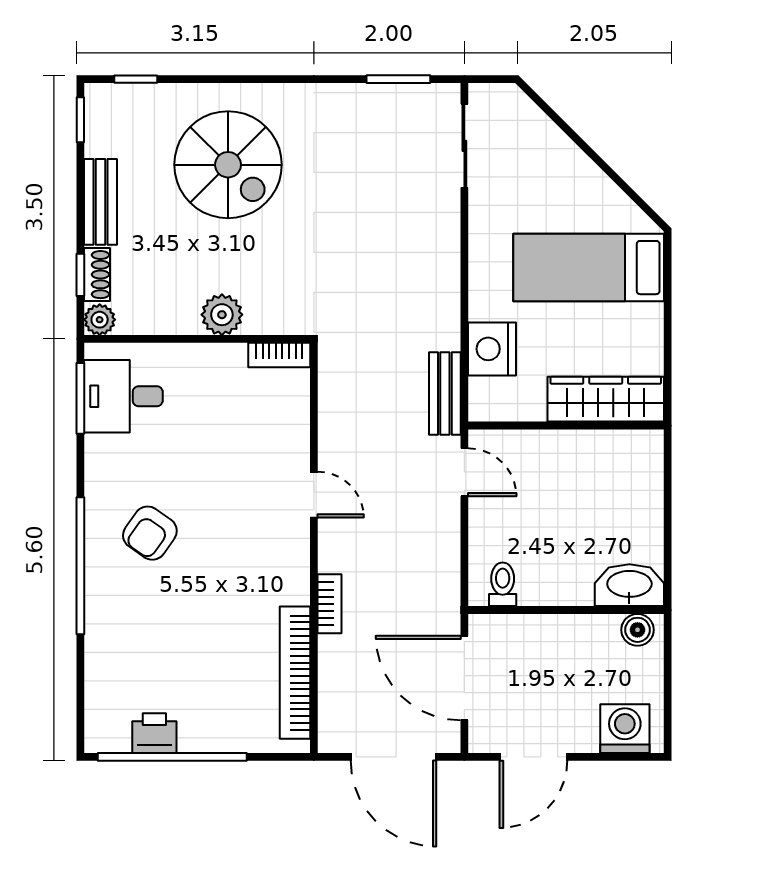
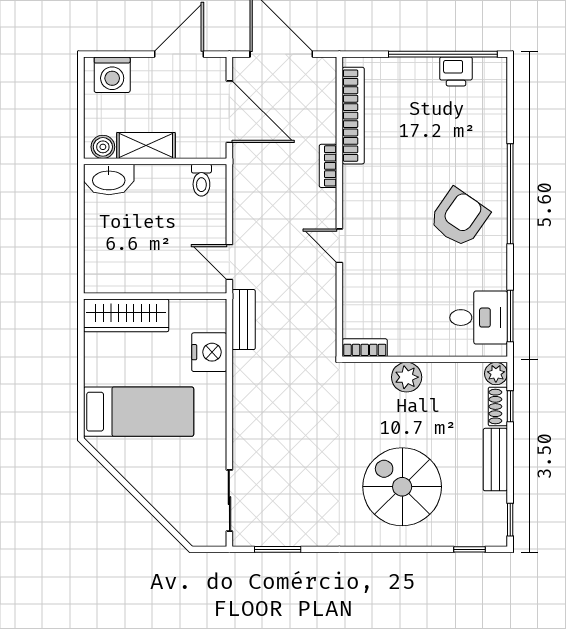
armchair: (150, 533) -> (459, 218), width x1.38, depth x1.38
shelving: (579, 632) -> (146, 146), added

